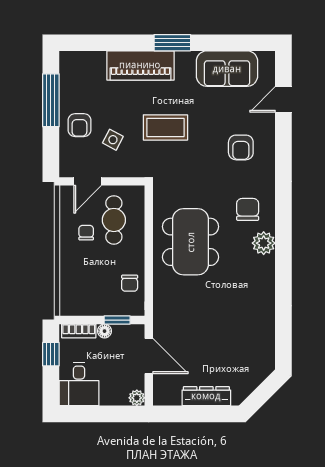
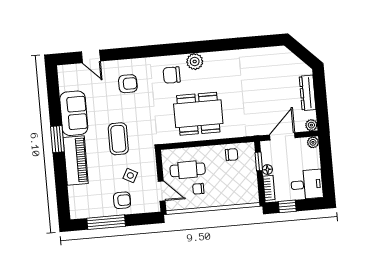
sofa: (227, 69) -> (74, 113), moved
plant: (161, 398) -> (311, 125), added

